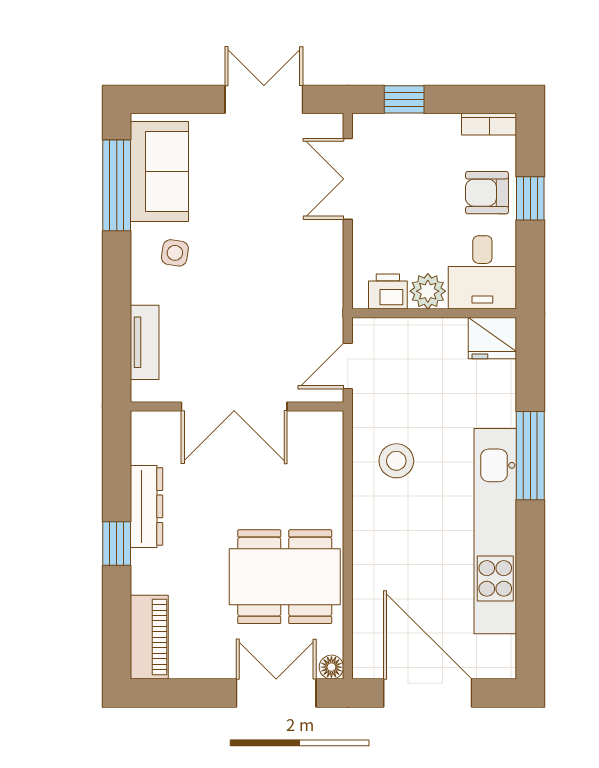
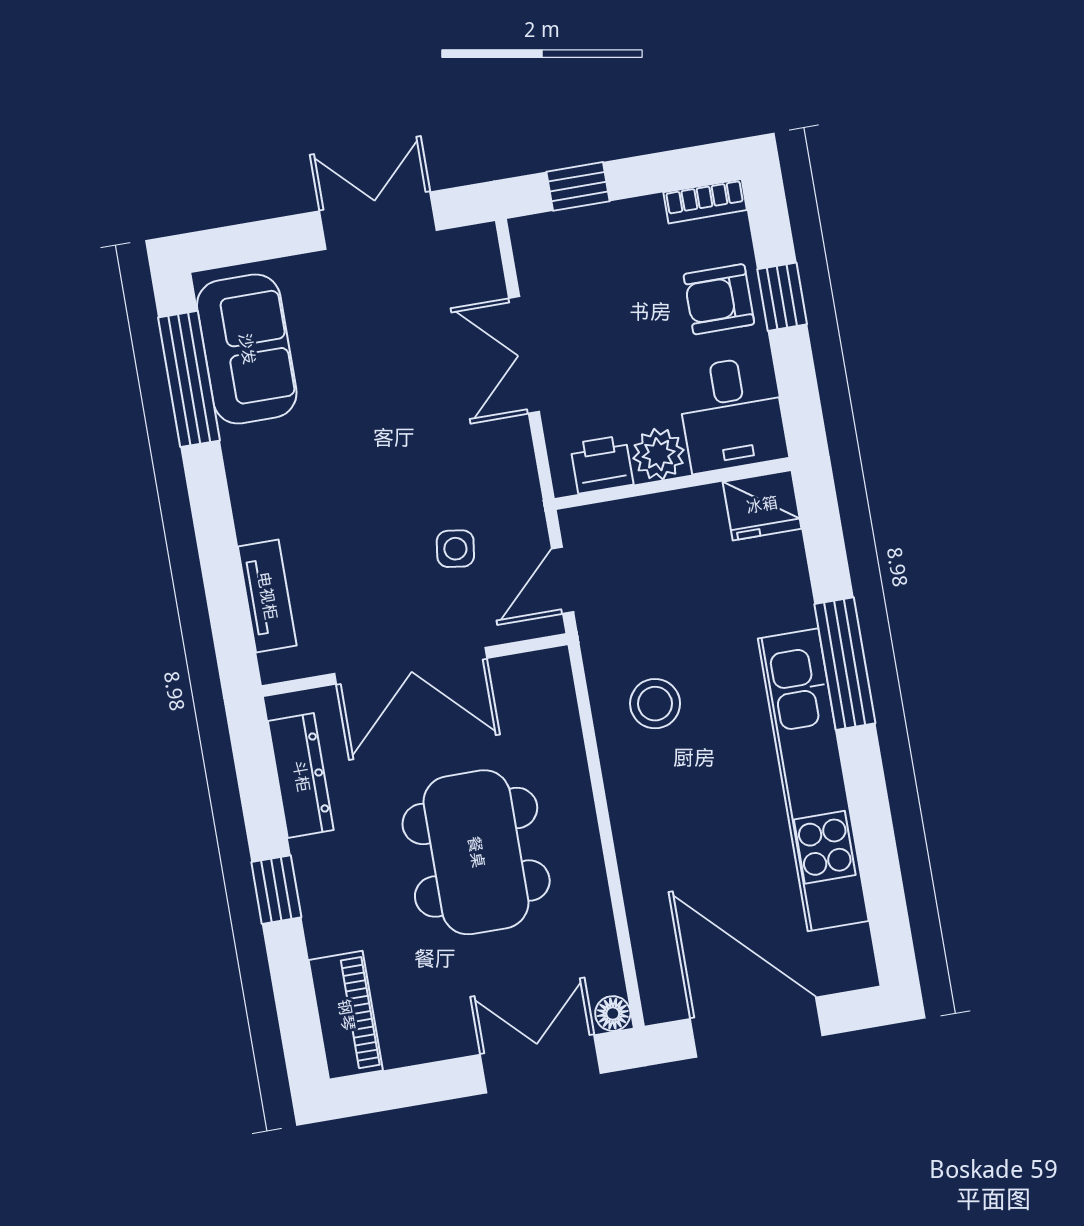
double door: (348, 179) -> (524, 355), moved
side table: (175, 253) -> (455, 549), moved
dresser: (147, 506) -> (301, 776), moved
dining table: (285, 577) -> (476, 852), moved, turned 90

